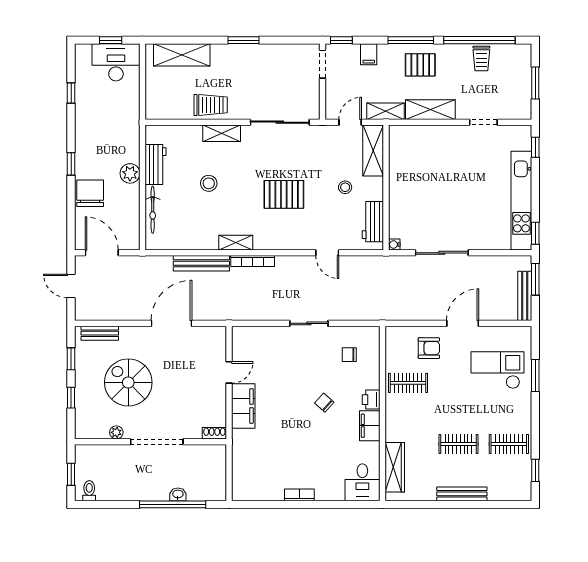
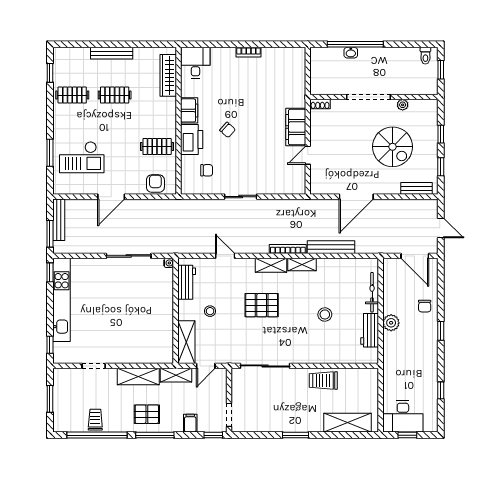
shelving: (222, 133) -> (271, 265), moved
chair: (90, 193) -> (425, 306), width x0.54, depth x0.54
armchair: (429, 348) -> (155, 184), moved, turned 90
printer: (371, 400) -> (192, 140), width x1.87, depth x1.48

